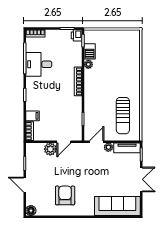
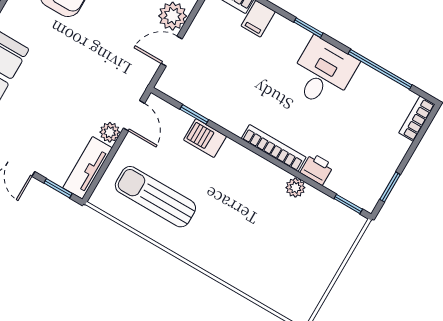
printer: (77, 35) -> (317, 169), moved
barbecue: (90, 51) -> (205, 138), moved
desk: (39, 64) -> (323, 73), moved
door: (64, 142) -> (172, 51), hinge flipped

